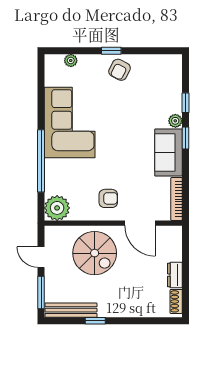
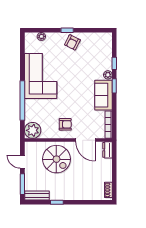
dresser: (175, 275) -> (108, 150), moved
bench: (71, 310) -> (37, 195), width x0.73

